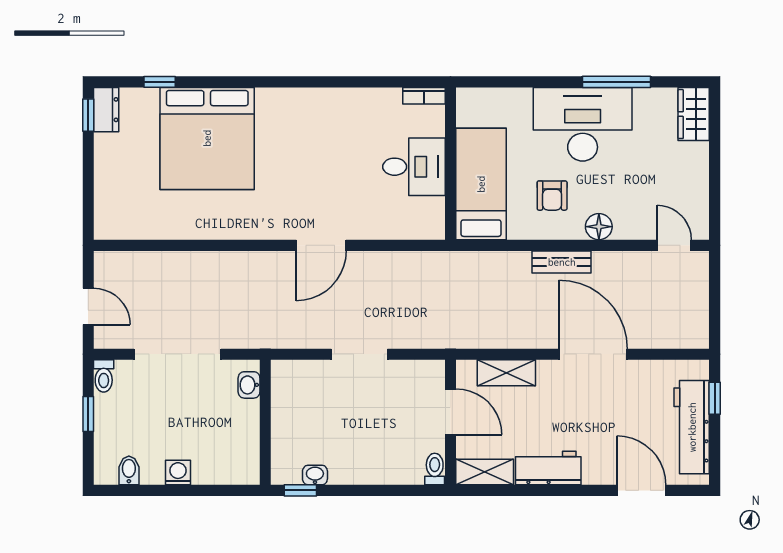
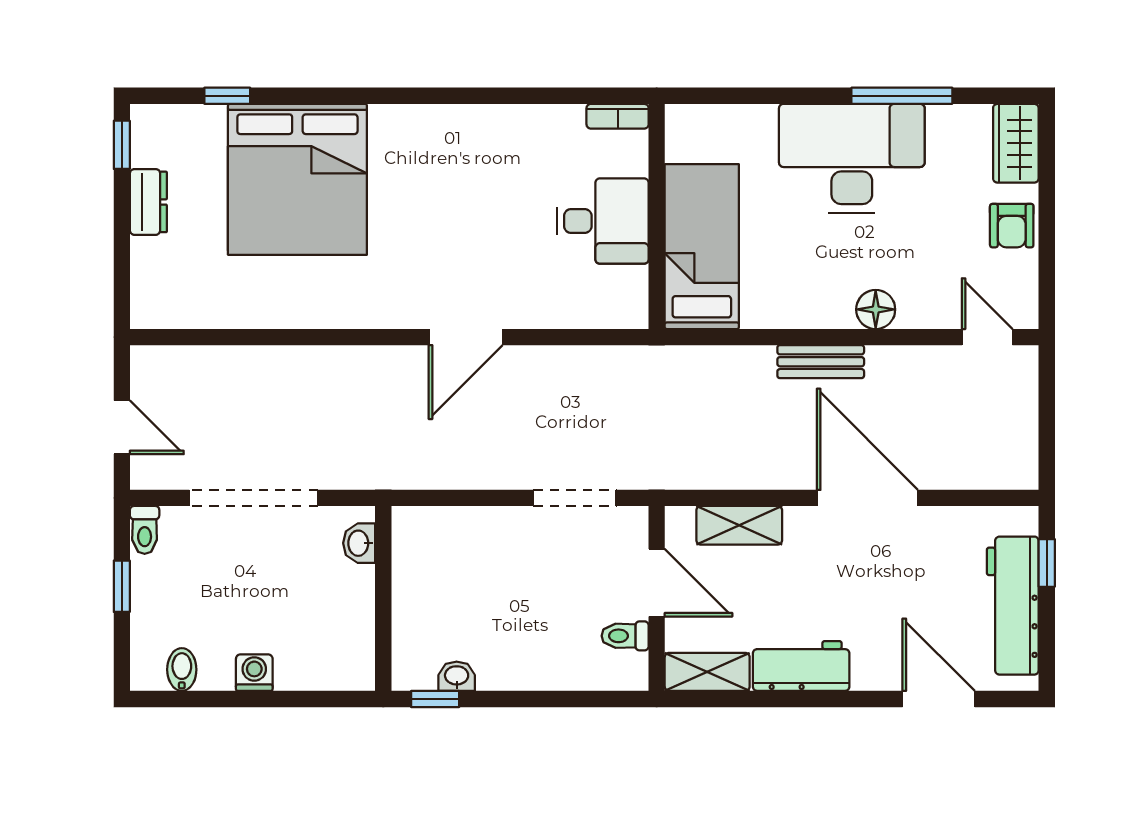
dresser: (106, 110) -> (148, 202), moved
armchair: (552, 196) -> (1012, 226), moved
doorway: (359, 354) -> (575, 498), moved
toilet: (435, 469) -> (625, 636), moved, turned -90

